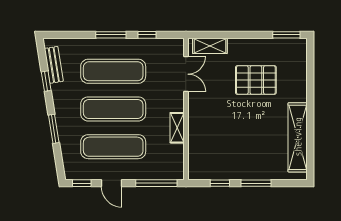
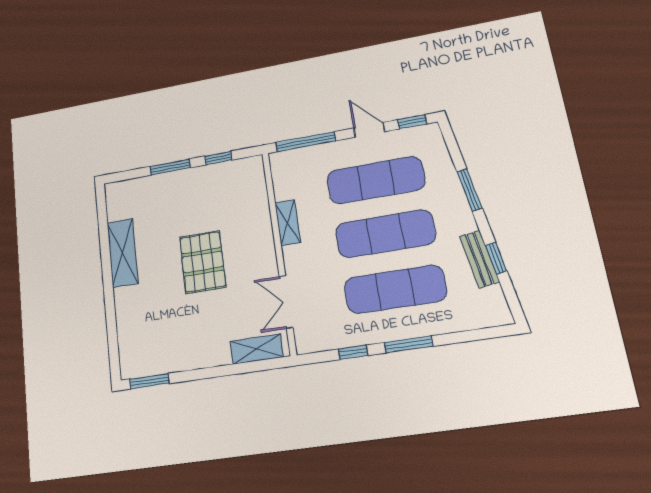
bench: (54, 65) -> (479, 259), moved
pallet: (256, 80) -> (203, 262), moved, turned 90
shelving: (298, 137) -> (122, 253), width x0.68

